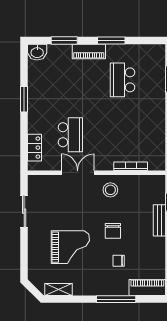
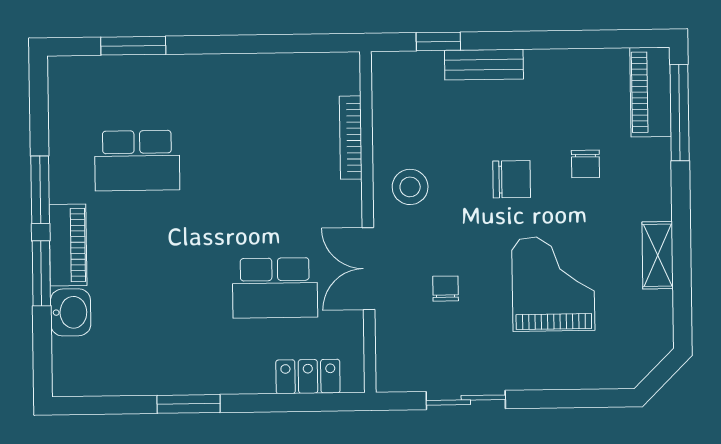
window: (64, 41) -> (41, 273), moved
washbasin: (37, 52) -> (71, 312), moved
school desk: (70, 135) -> (275, 288), turned 180
chair: (69, 204) -> (446, 289), added
shelving: (59, 289) -> (658, 255), moved
window: (116, 299) -> (680, 113), moved

